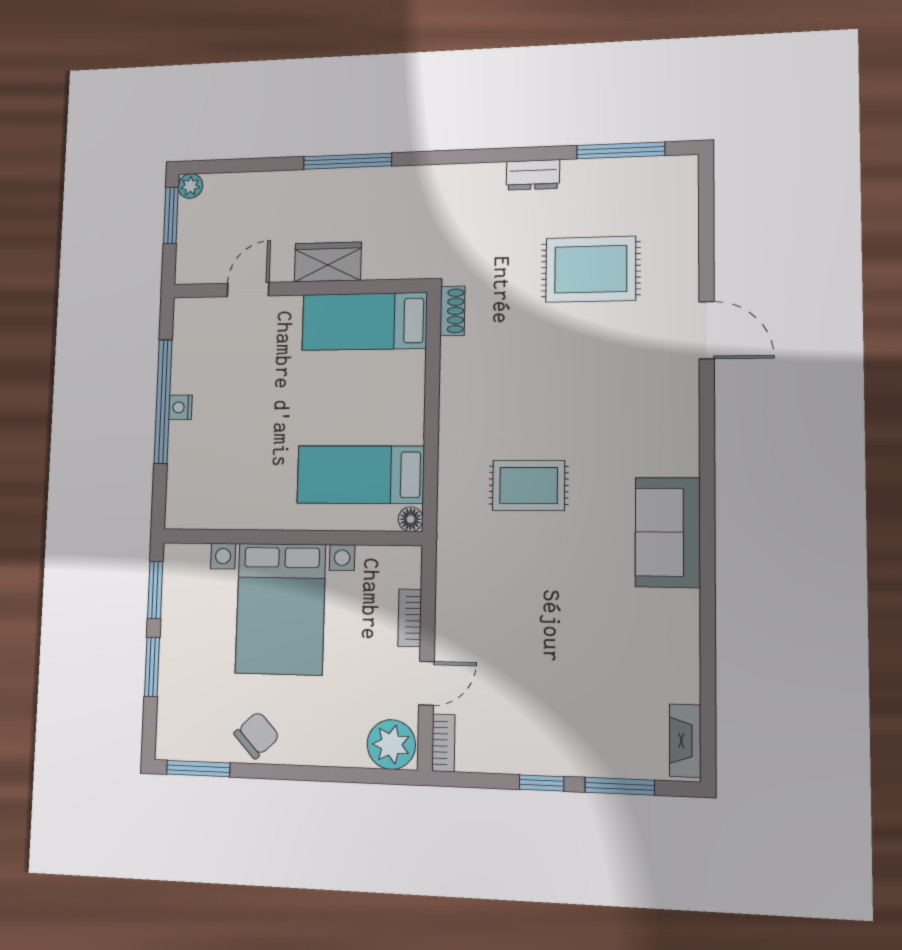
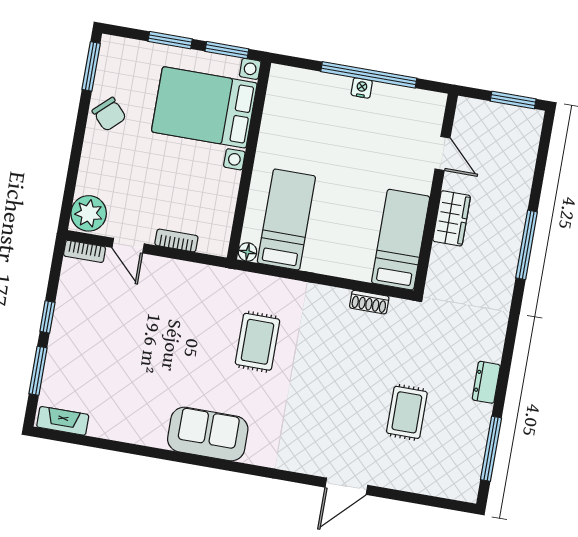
plant: (190, 186) -> (533, 119), removed
rug: (591, 269) -> (407, 412), width x0.73, depth x0.70
shoe rack: (452, 311) -> (369, 302), moved
bed with nightstands: (280, 609) -> (204, 107), moved

